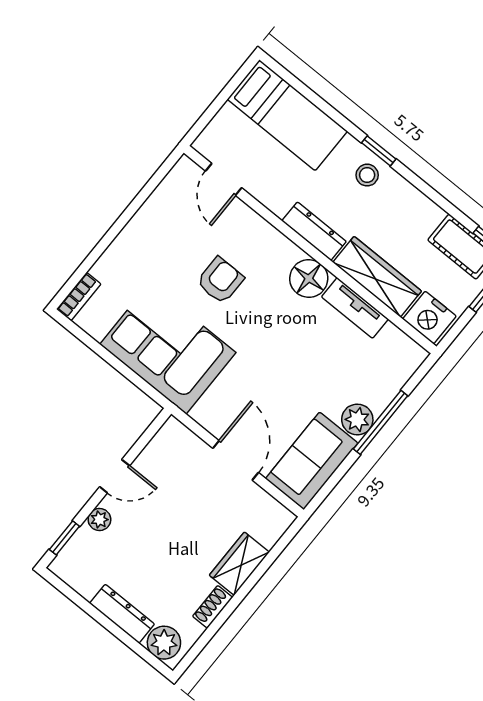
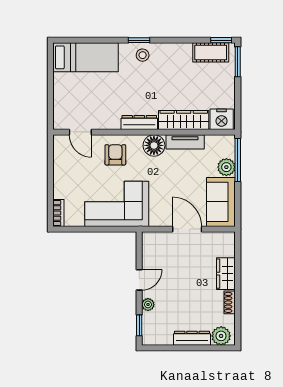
door: (224, 179) -> (80, 132), moved
dresser: (314, 231) -> (139, 123), moved
wall: (310, 250) -> (144, 132), moved
wardrobe: (377, 277) -> (184, 120), moved
floor lamp: (309, 278) -> (154, 145), moved
tv unit: (355, 308) -> (185, 142), moved
nightstand: (429, 318) -> (222, 119), moved

